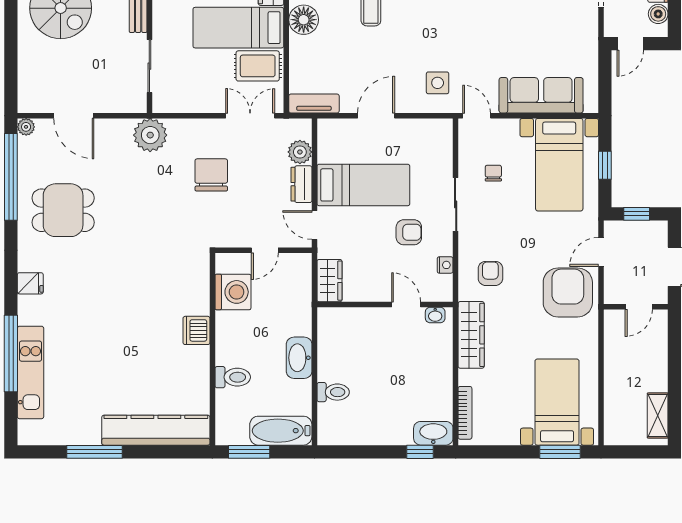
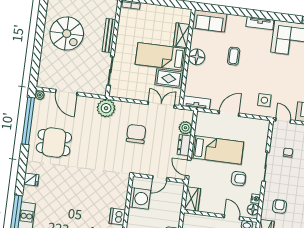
floor lamp: (443, 285) -> (253, 209), added

